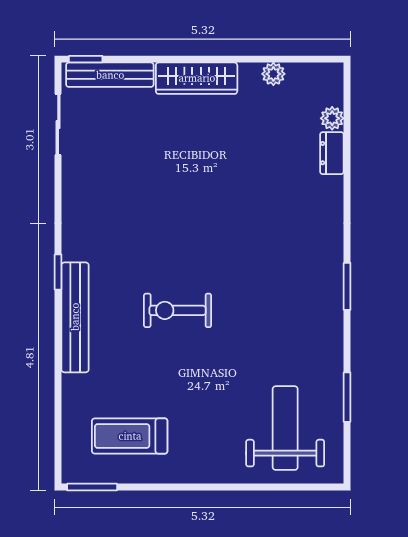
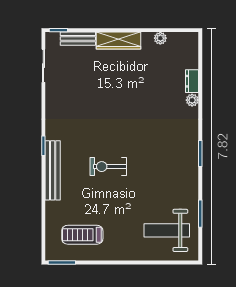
bench: (110, 75) -> (78, 39), width x0.73
plant: (332, 118) -> (192, 100), moved
weight bench: (285, 428) -> (167, 230), turned -90

